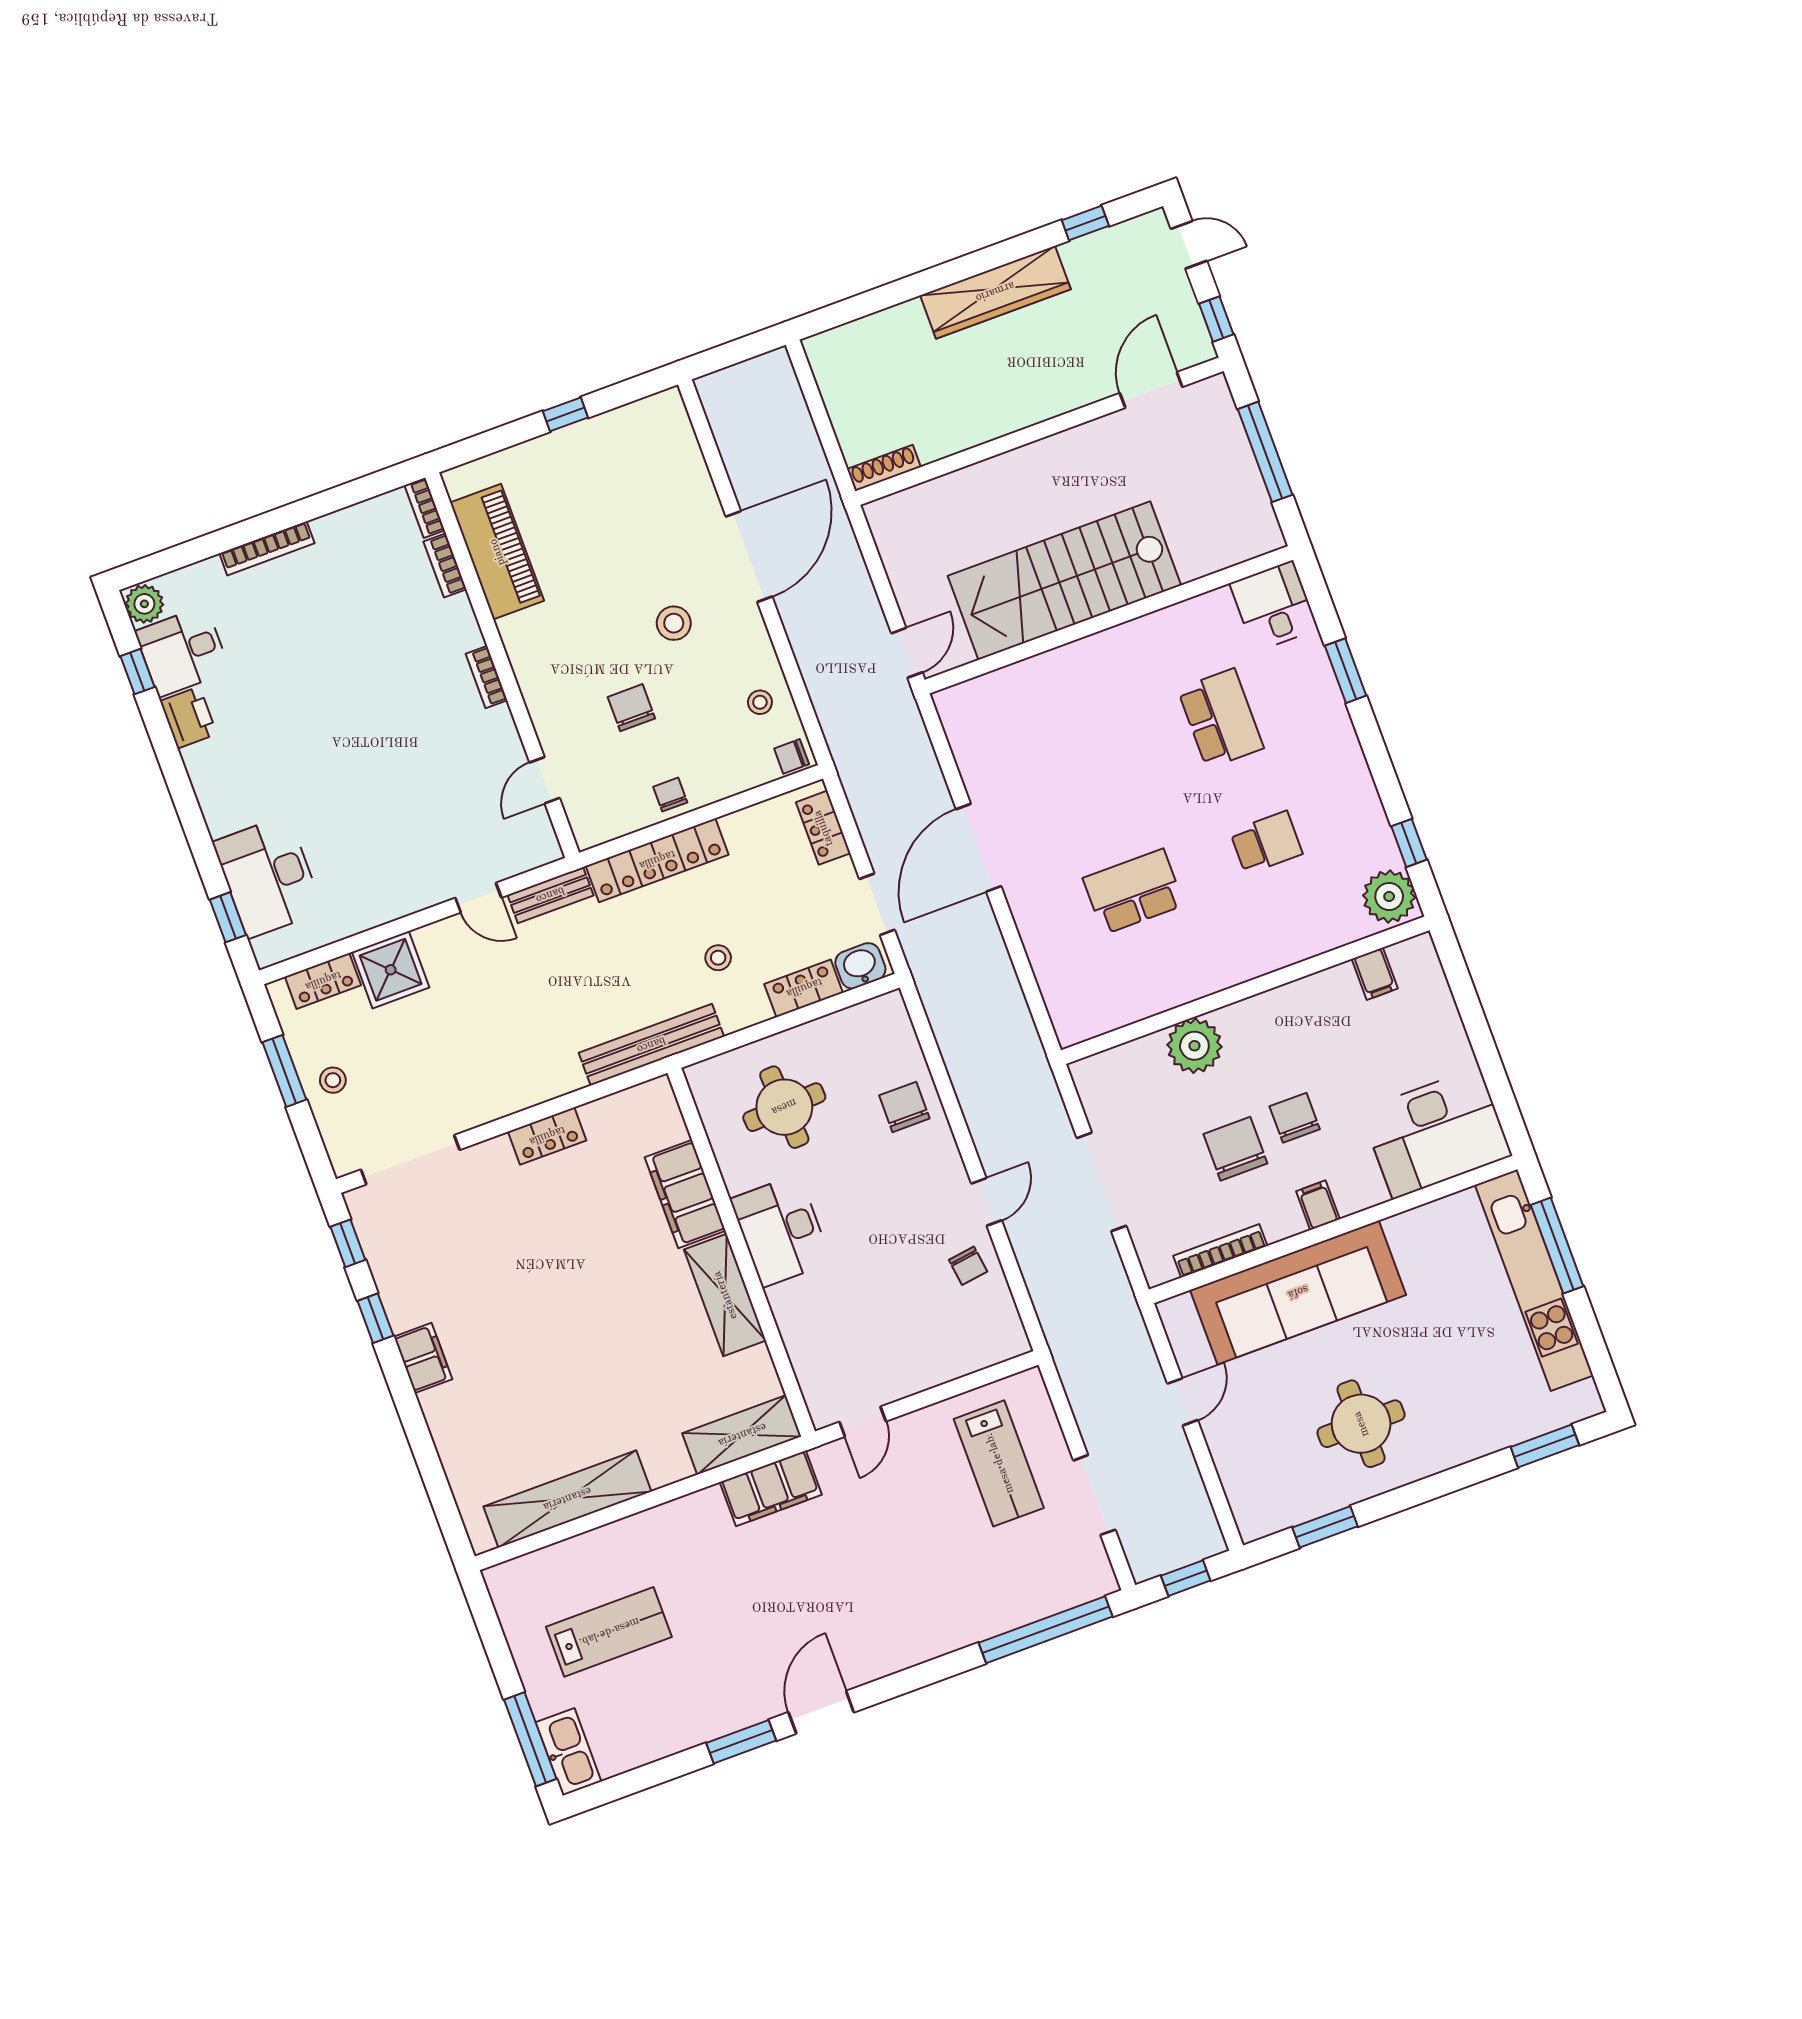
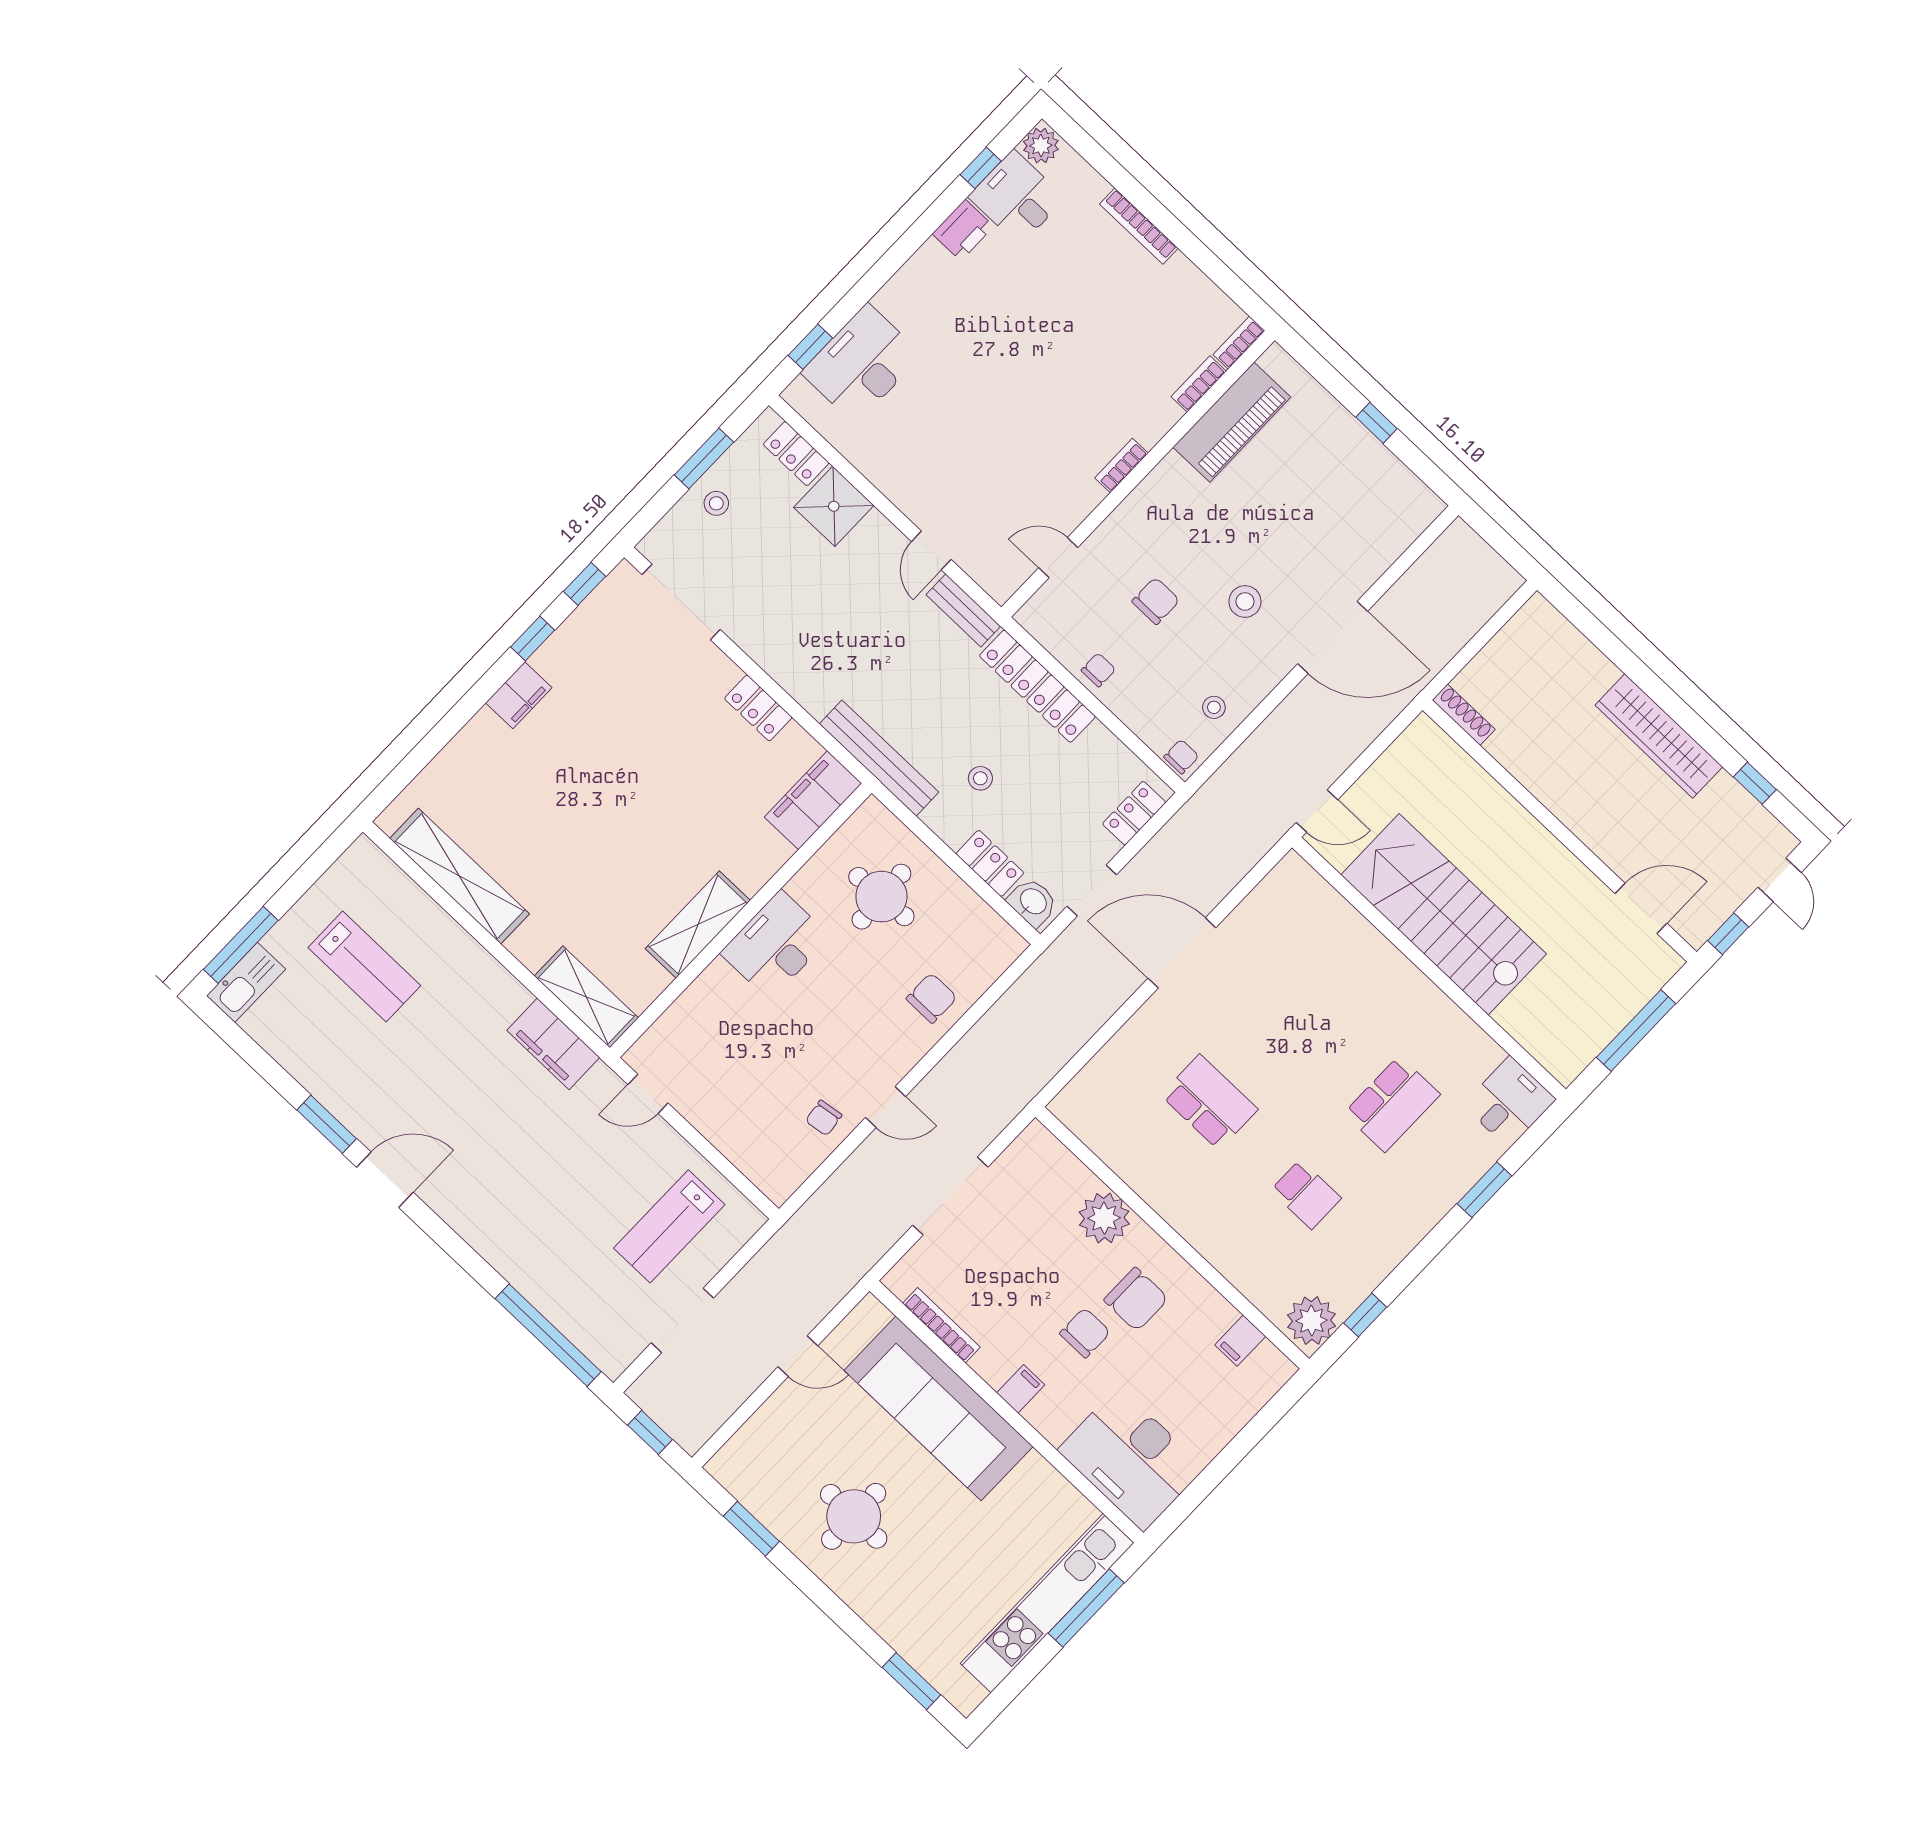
chair: (792, 756) -> (1181, 757), turned 90
chair: (1235, 1149) -> (1136, 1299), moved, turned 90
filing cabinet: (685, 1194) -> (813, 800), moved

